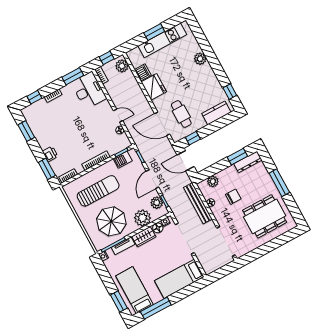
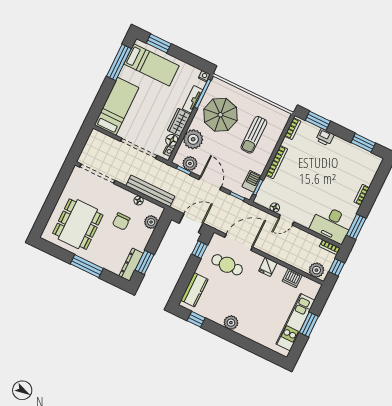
plant: (200, 59) -> (231, 323), moved
fridge: (154, 87) -> (268, 267), width x0.53, depth x0.75
window: (34, 97) -> (379, 181), removed
sun lounger: (98, 191) -> (254, 135), width x0.73, depth x0.75

